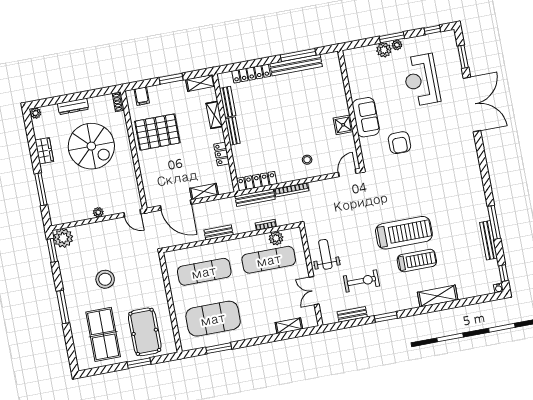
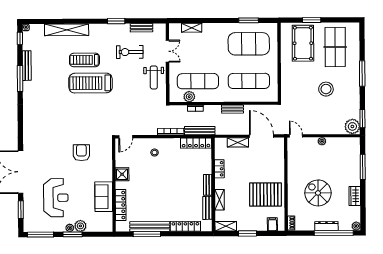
window: (432, 30) -> (40, 235), width x2.17
locker: (338, 86) -> (121, 205), added
window: (62, 99) -> (334, 233), added
sofa: (366, 117) -> (104, 197), moved
spiral stairs: (91, 146) -> (318, 193), width x0.73, depth x0.73
shelving: (438, 296) -> (67, 30), width x1.47

